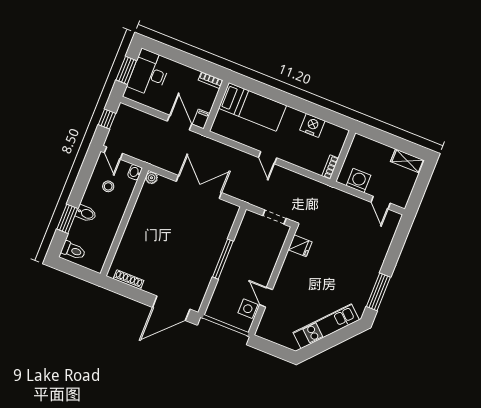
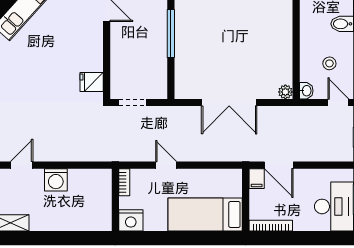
bookcase: (211, 80) -> (271, 226), width x1.56
wall: (343, 156) -> (115, 200), moved
bookcase: (330, 167) -> (124, 182), moved
door: (381, 203) -> (22, 165), hinge flipped

